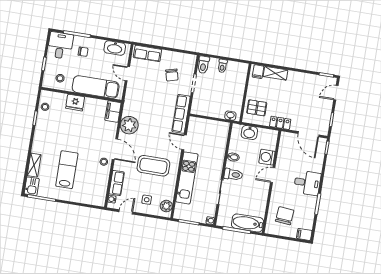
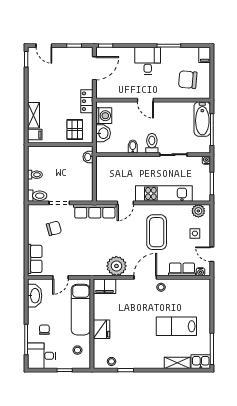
washing machine: (267, 157) -> (104, 116), moved, turned -90

